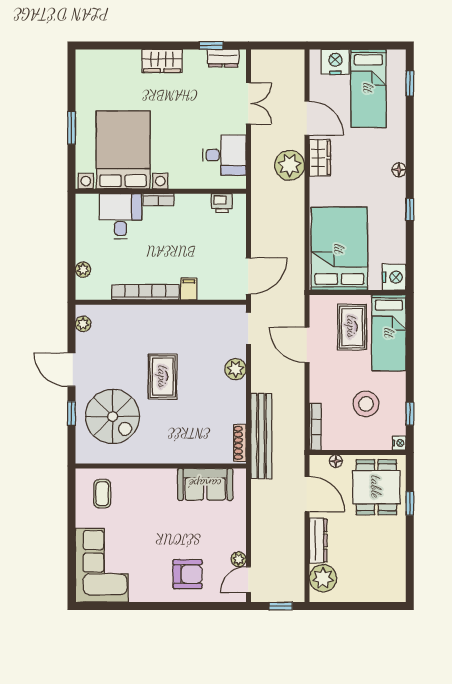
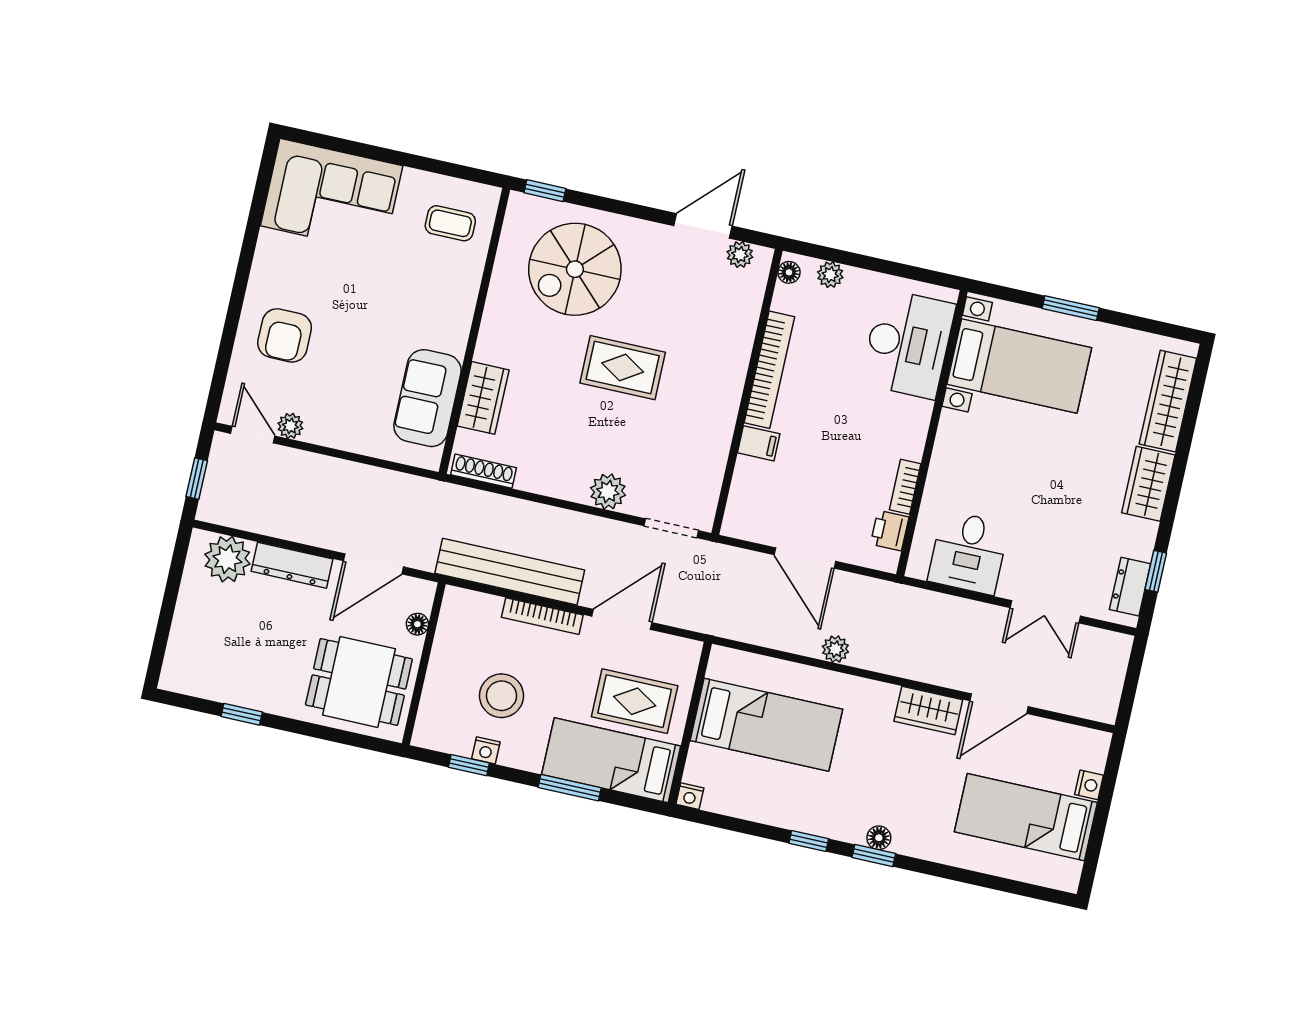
wardrobe: (112, 60) -> (1168, 401), added
nightstand: (335, 62) -> (1089, 785), width x0.53, depth x0.56
window: (410, 83) -> (874, 856), moved
bed with nightstands: (123, 150) -> (1019, 366), width x0.73
plant: (290, 165) -> (835, 649), moved, width x0.53, depth x0.53
bookcase: (158, 200) -> (905, 487), moved
desk: (121, 216) -> (908, 344), width x1.37
bed: (339, 249) -> (766, 725), width x0.67
door: (248, 276) -> (805, 558), moved
nightstand: (394, 277) -> (690, 796), width x0.53, depth x0.56
floor lamp: (87, 294) -> (789, 272), added
window: (410, 353) -> (570, 788), added
door: (71, 370) -> (703, 226), moved
window: (71, 413) -> (545, 191), moved
bookcase: (315, 427) -> (542, 616), moved
bench: (261, 436) -> (510, 572), moved
nightstand: (399, 443) -> (486, 750), moved
wardrobe: (198, 452) -> (483, 398), added
window: (410, 503) -> (242, 714), moved

